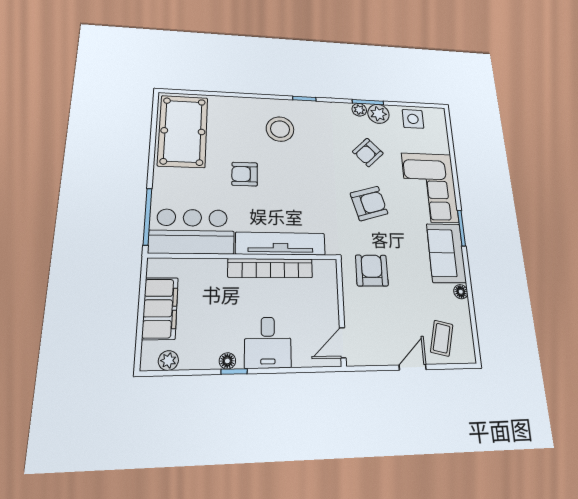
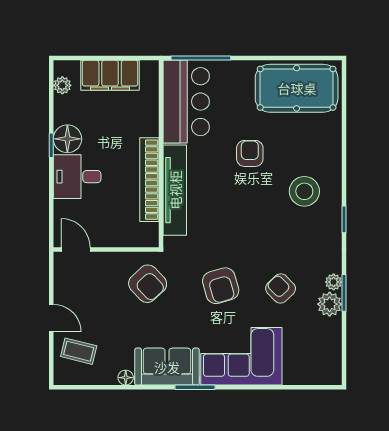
side table: (413, 119) -> (325, 345), removed
armchair: (372, 270) -> (148, 284), turned 47
floor lamp: (227, 361) -> (67, 139), width x1.89, depth x1.89

